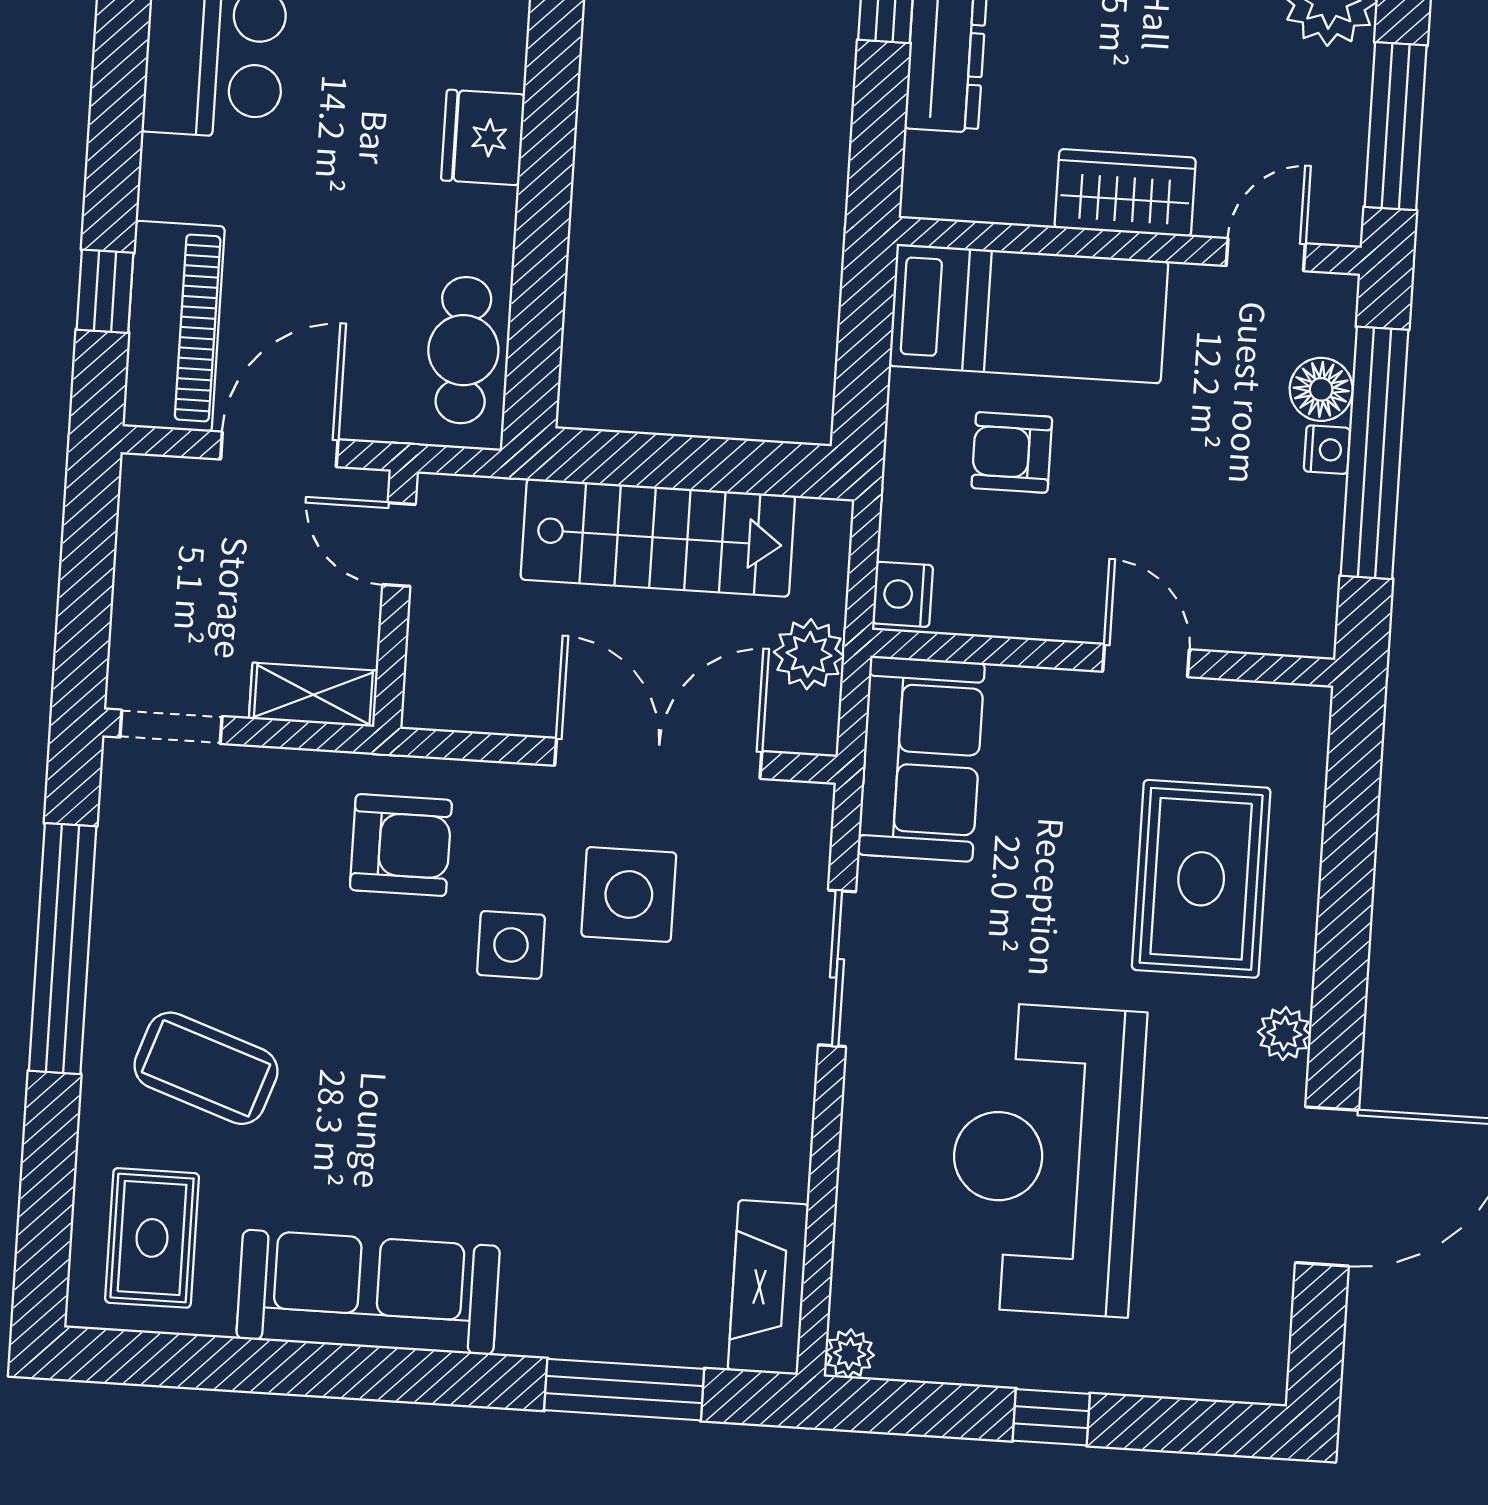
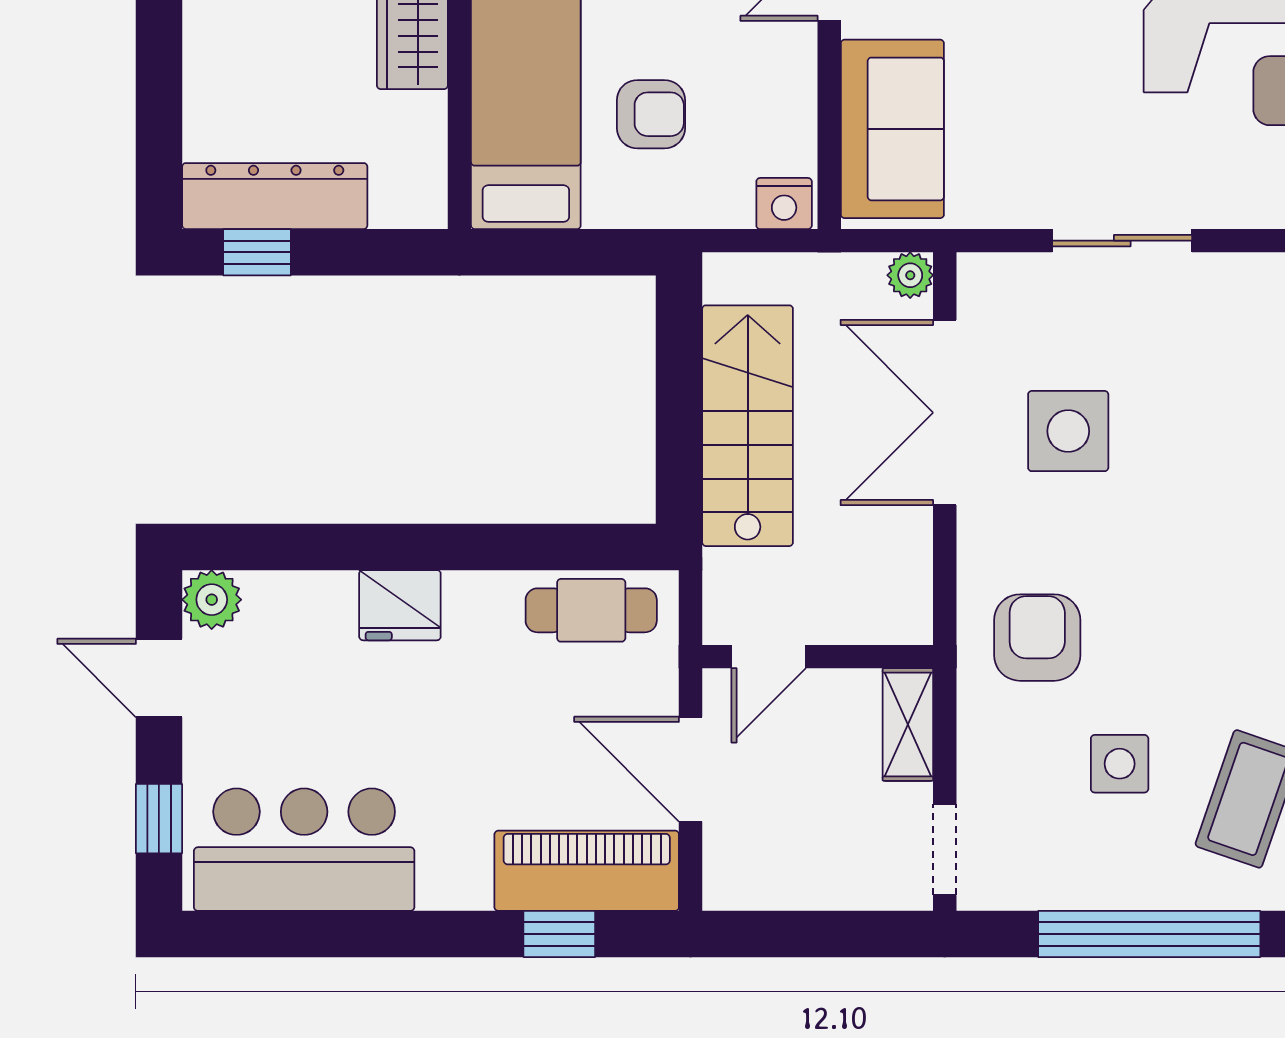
armchair: (1012, 452) -> (651, 114), turned -90
plant: (809, 654) -> (910, 275), moved, width x0.73, depth x0.73
sofa: (921, 759) -> (892, 129), moved, turned 90
side table: (511, 945) -> (1120, 764), moved

